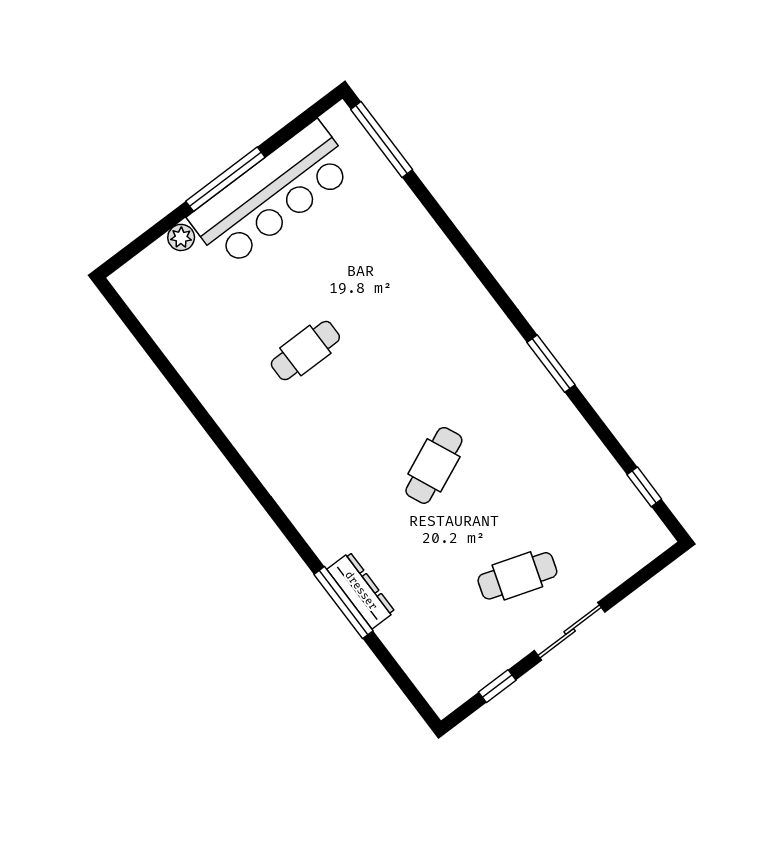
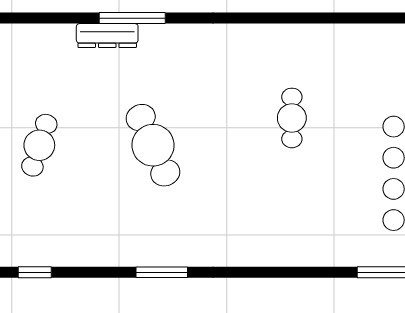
cafe table: (434, 465) -> (153, 145), width x1.37, depth x1.35
window: (343, 603) -> (132, 18), moved

